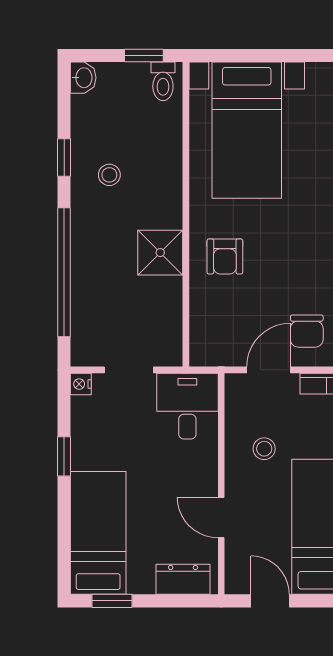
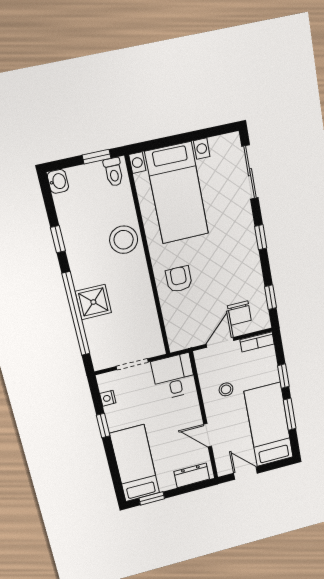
stool: (109, 175) -> (124, 240), moved, width x1.89, depth x1.89
shower: (160, 253) -> (93, 302), moved
armchair: (225, 256) -> (179, 279), turned 180
nightstand: (81, 384) -> (108, 398), moved

